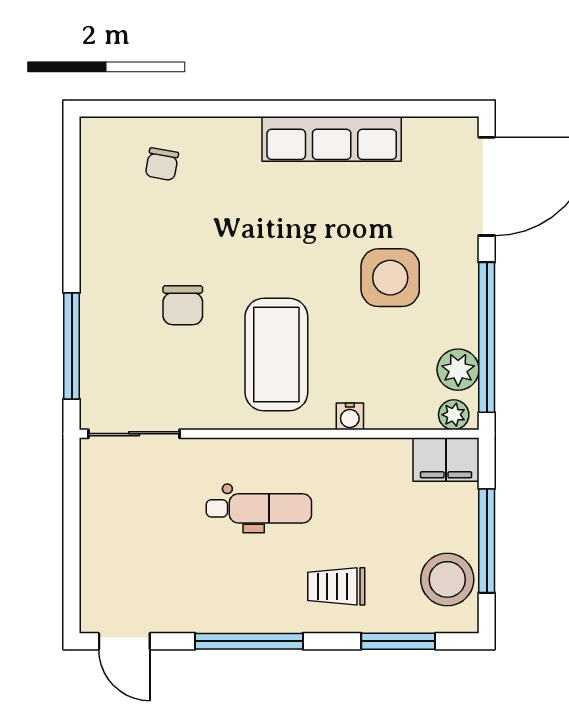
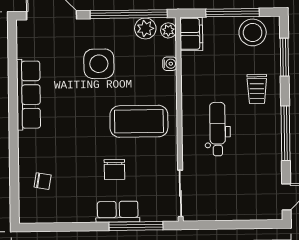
chair: (183, 305) -> (114, 169), turned 90
row of seats: (100, 311) -> (118, 212), added
water cooler: (350, 416) -> (170, 64), moved

